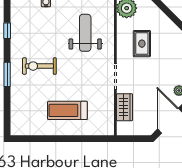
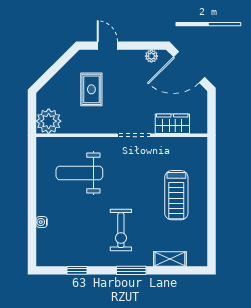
rug: (142, 44) -> (91, 89), moved, turned 90
shelving: (16, 105) -> (170, 259), added

